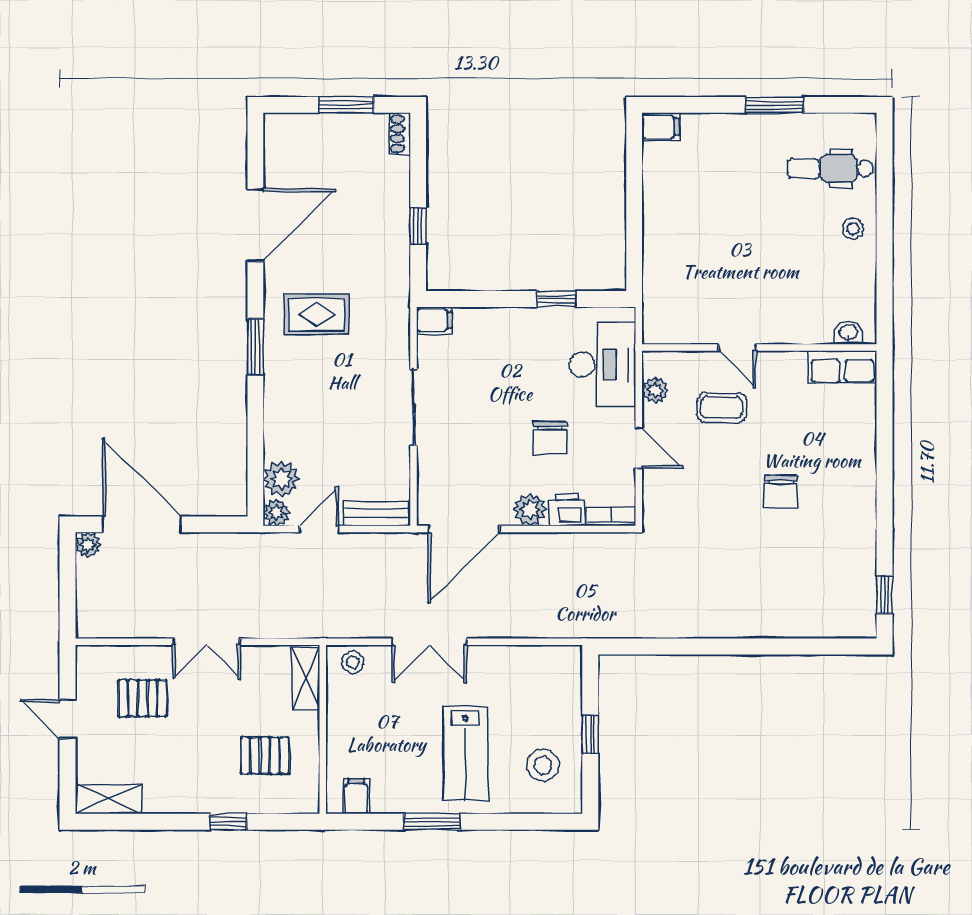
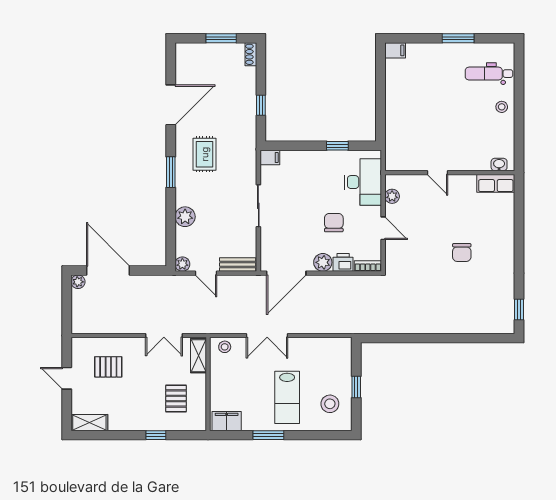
rug: (316, 314) -> (205, 154), turned 90
coffee table: (722, 408) -> (429, 206), removed
chair: (550, 438) -> (334, 223), turned 180
plant: (281, 479) -> (185, 217), moved
door: (319, 529) -> (206, 273), swing flipped
double door: (206, 642) -> (164, 336), moved
pallet: (265, 756) -> (176, 399), turned 90
filing cabinet: (356, 796) -> (227, 421), width x2.00

